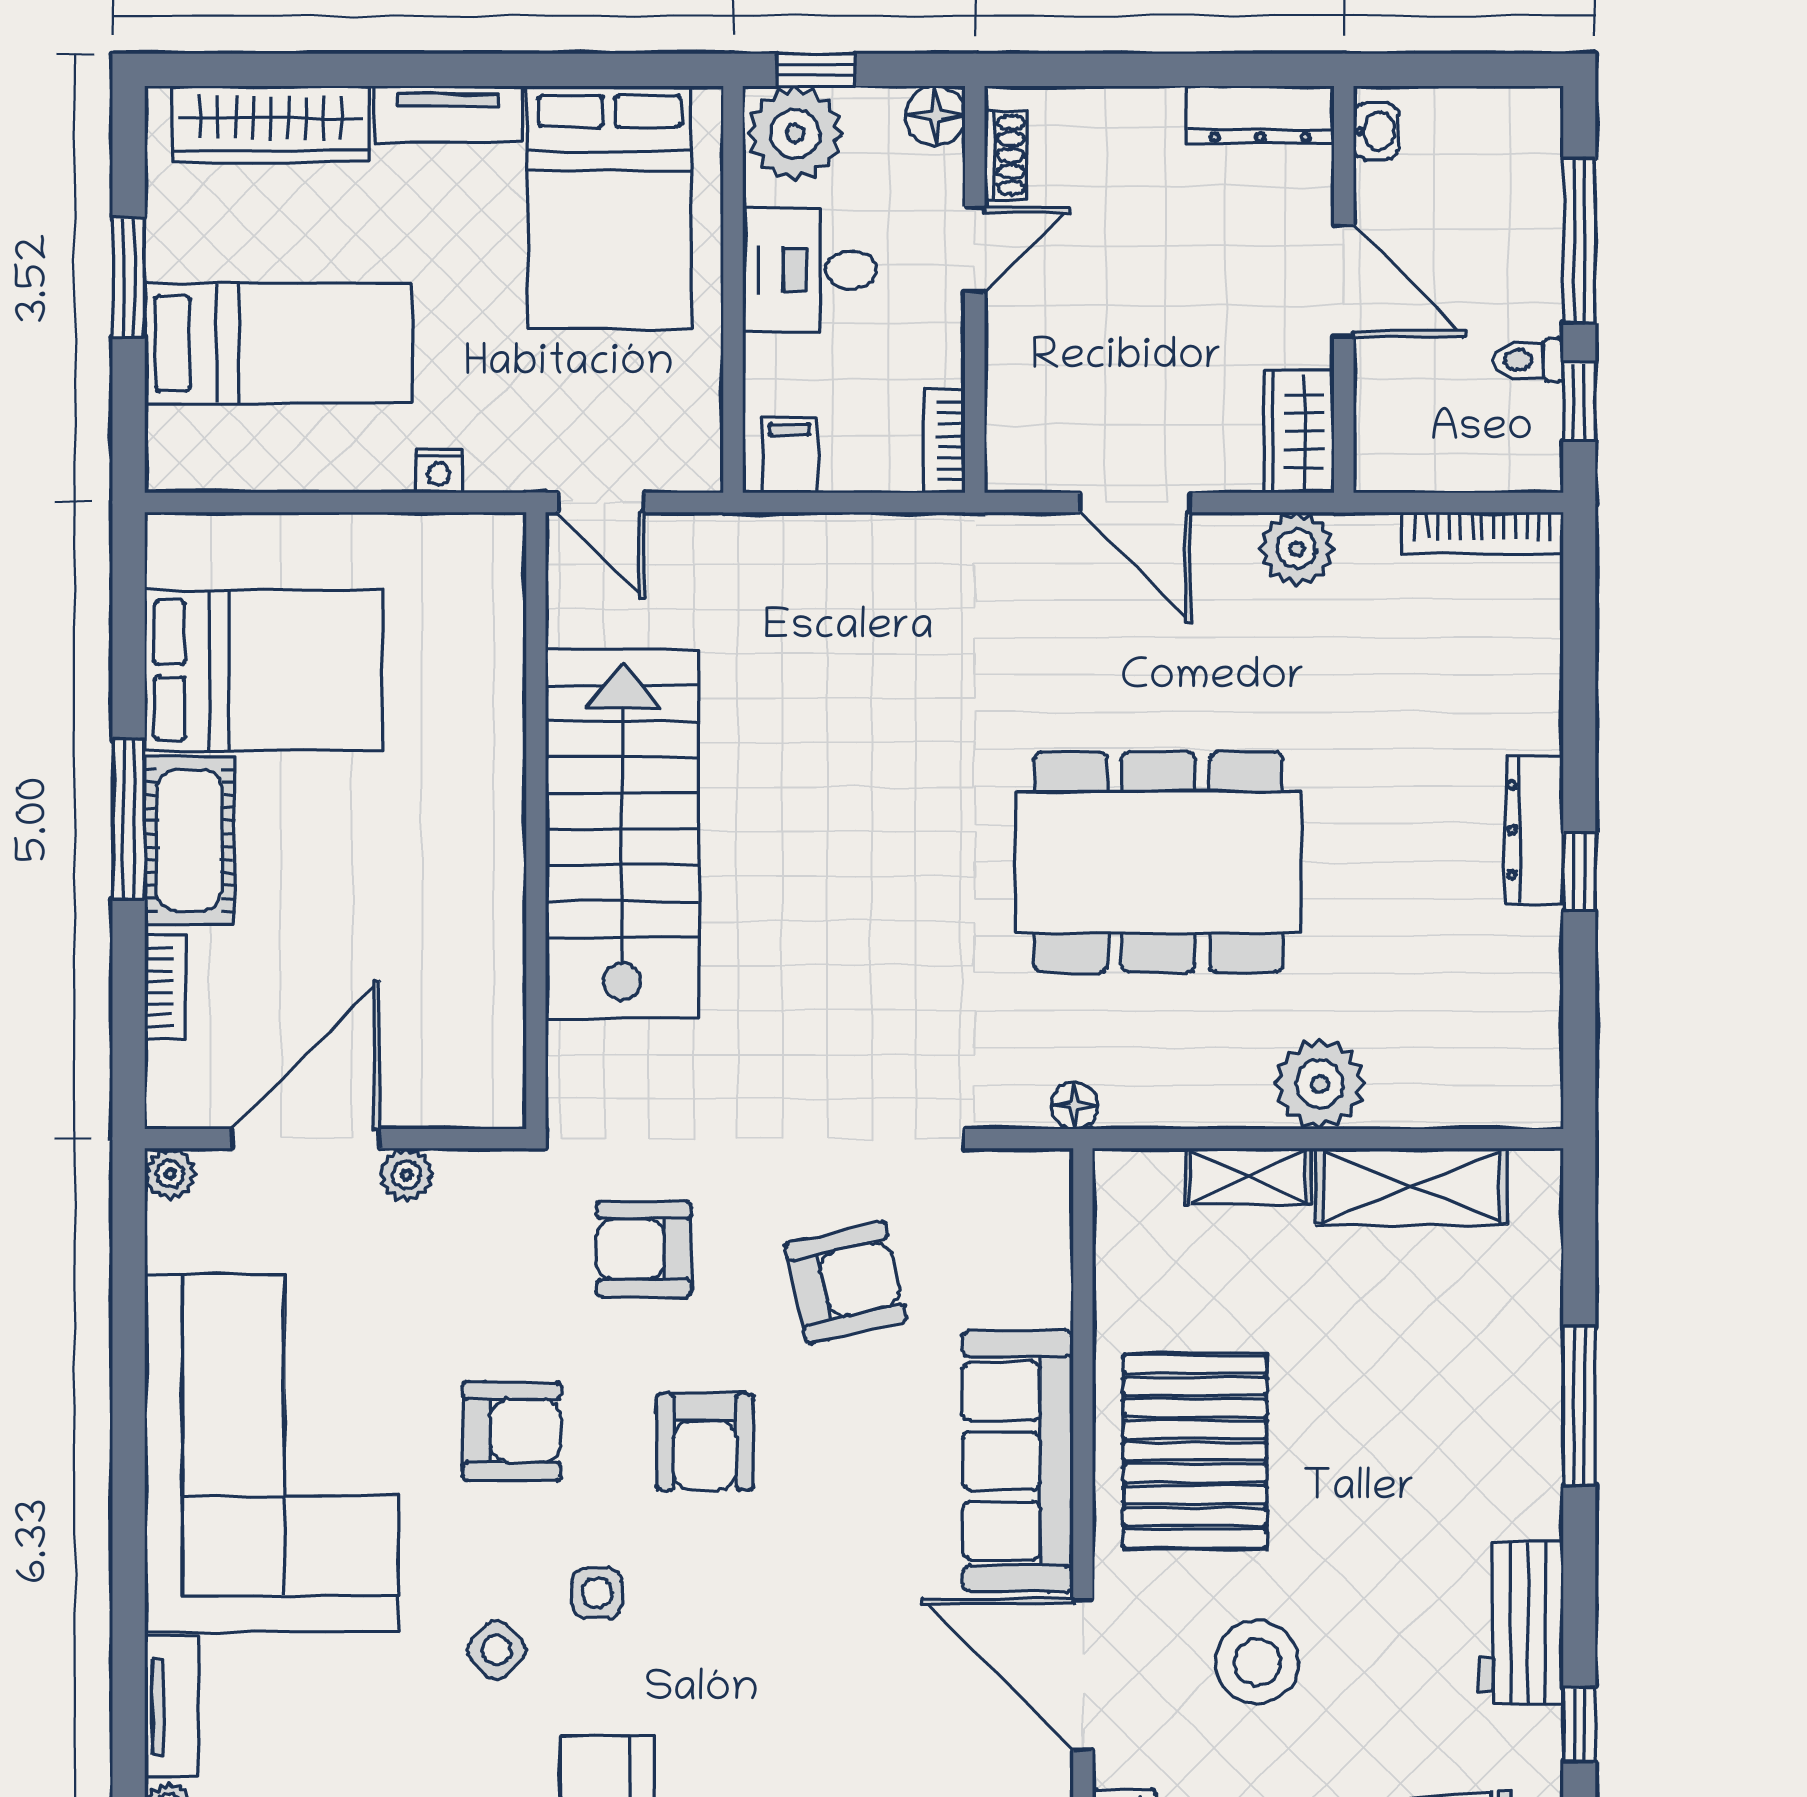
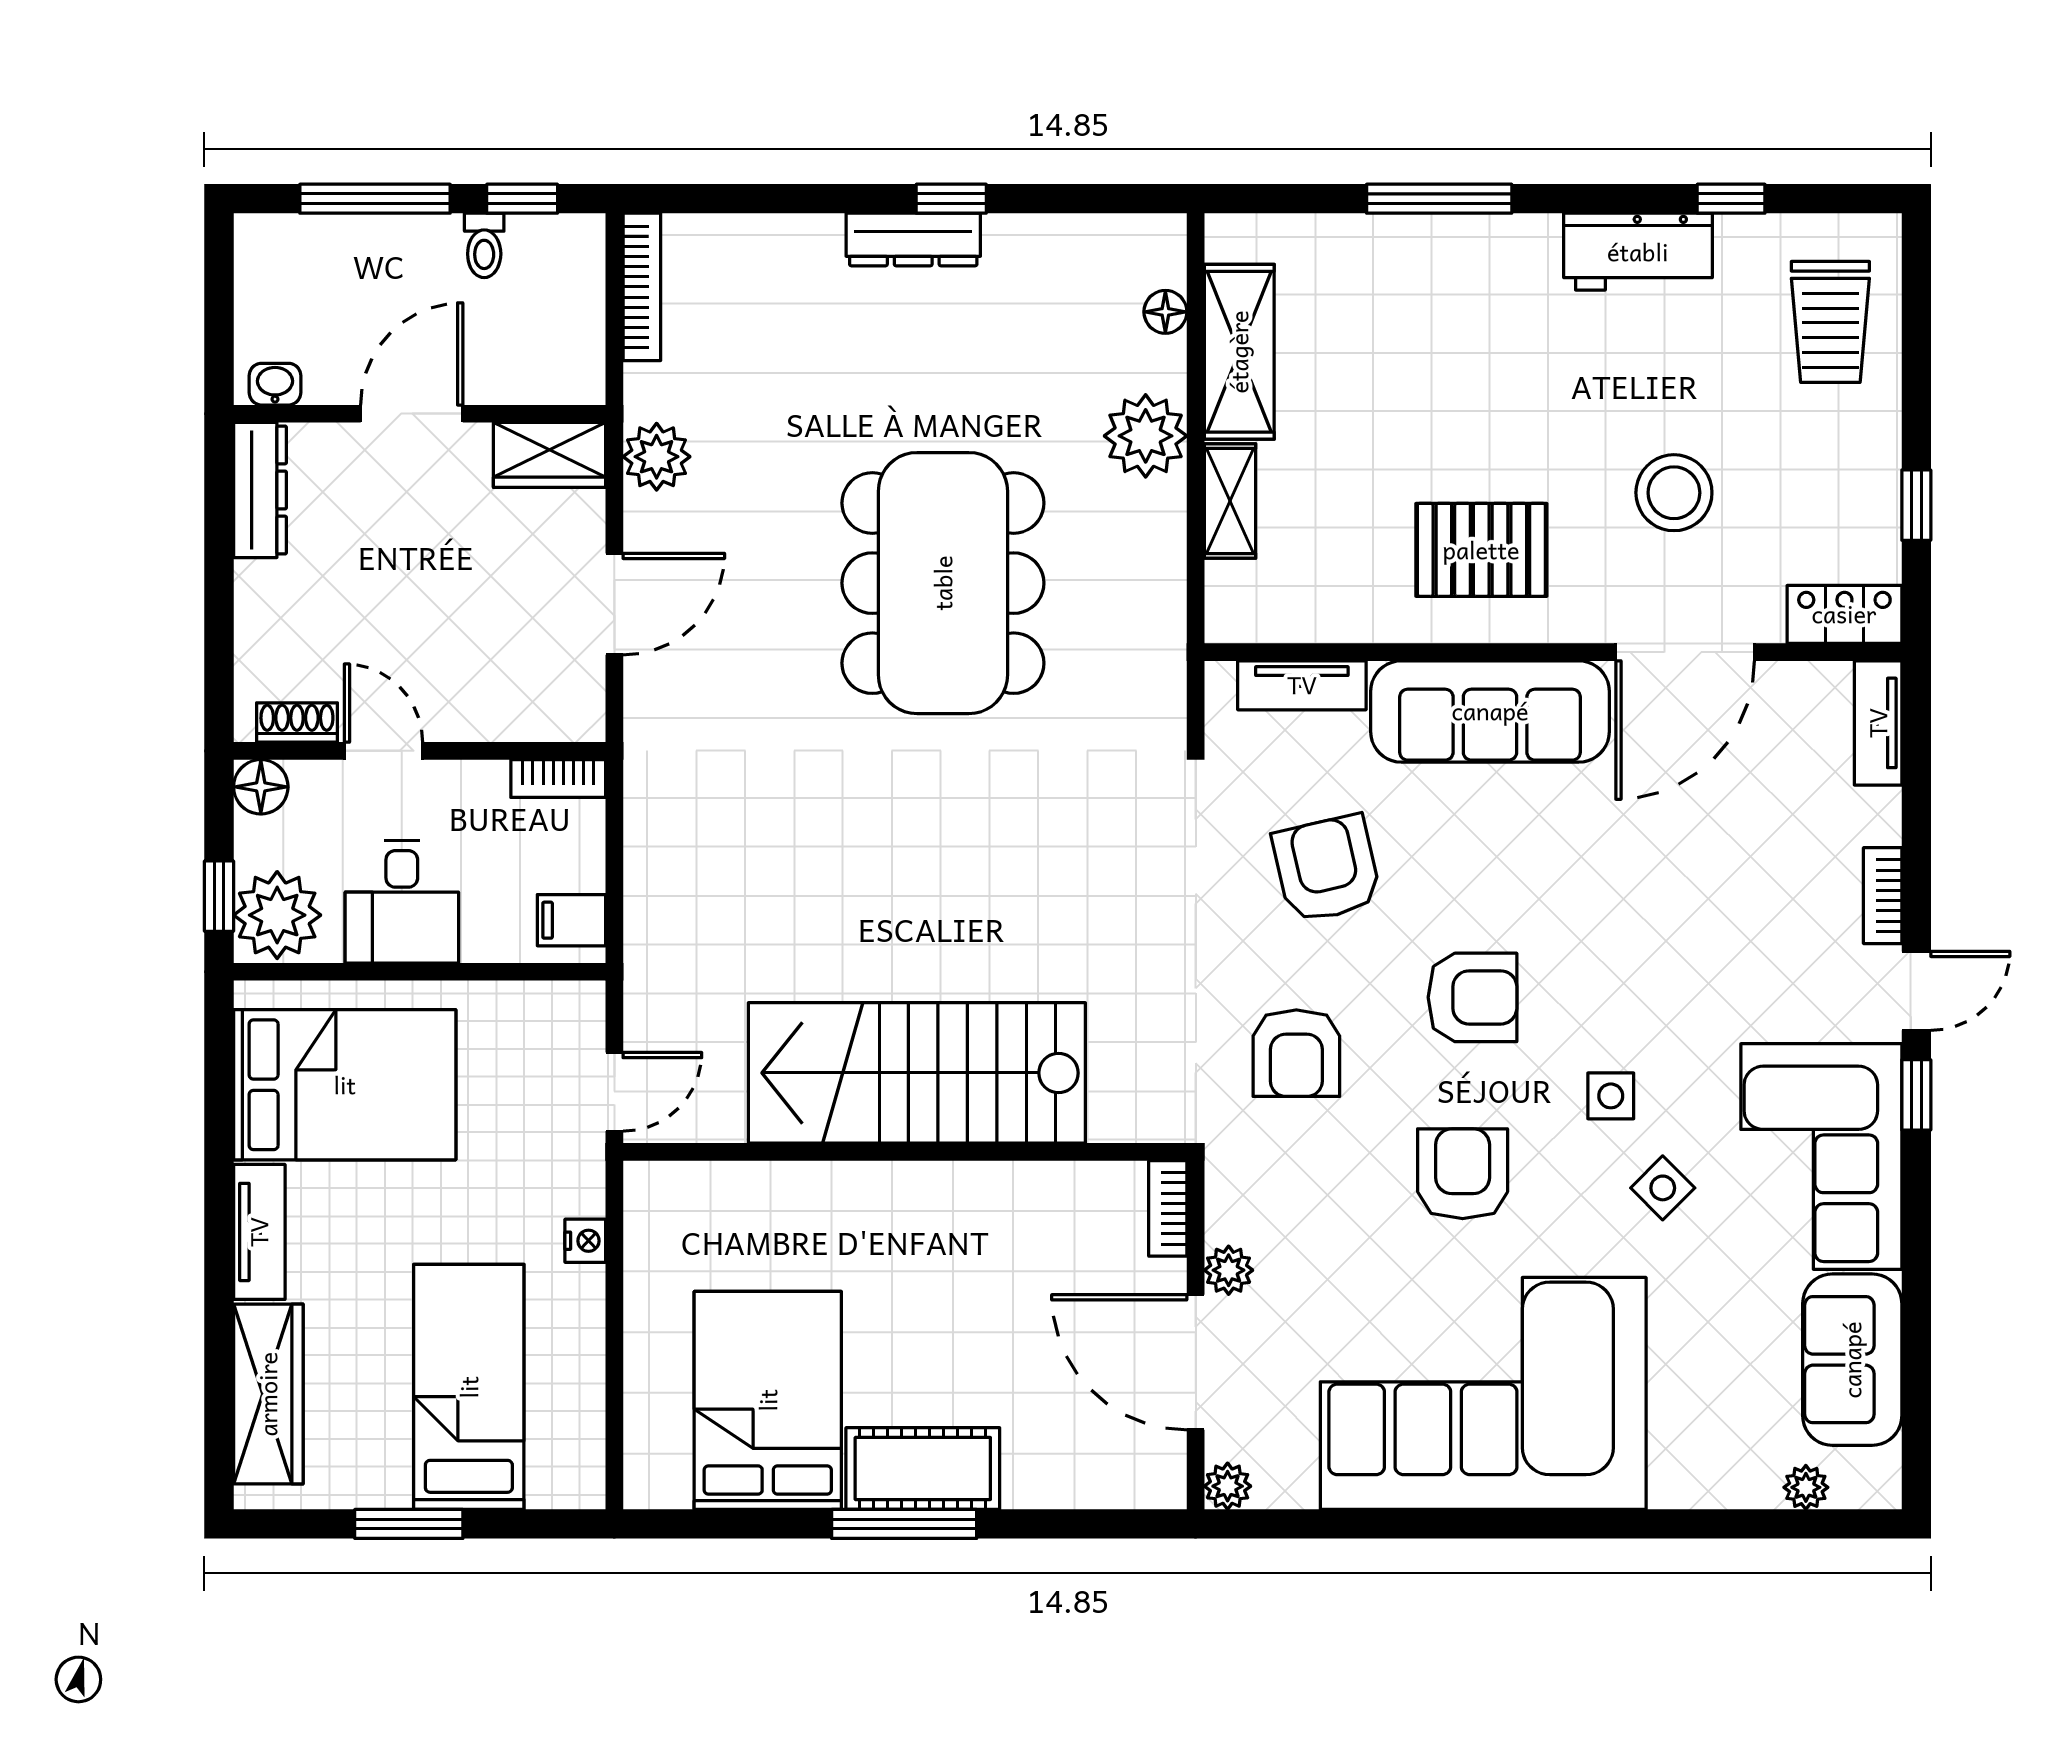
bookcase: (165, 987) -> (1168, 1208), moved, turned -90
floor lamp: (1075, 1106) -> (1165, 312), moved
pallet: (1195, 1451) -> (1481, 550), width x0.73, depth x0.71
tv unit: (171, 1707) -> (1302, 685), moved, turned 180

